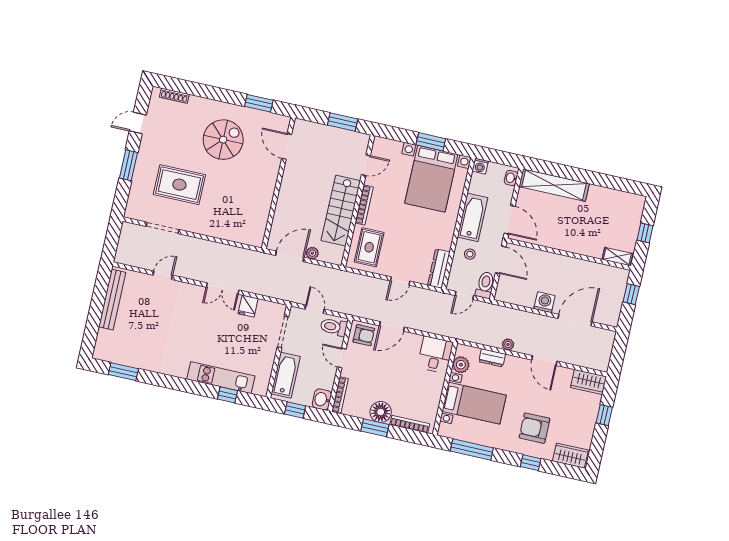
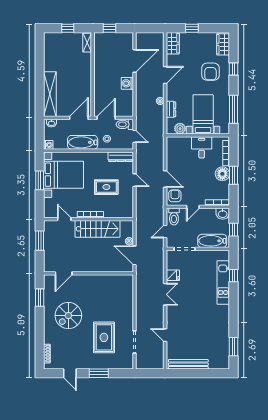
spiral stairs: (223, 140) -> (68, 316), turned -90
rug: (369, 247) -> (106, 187), moved
door: (575, 320) -> (134, 61), swing flipped
desk: (435, 355) -> (202, 147), moved, turned 90

